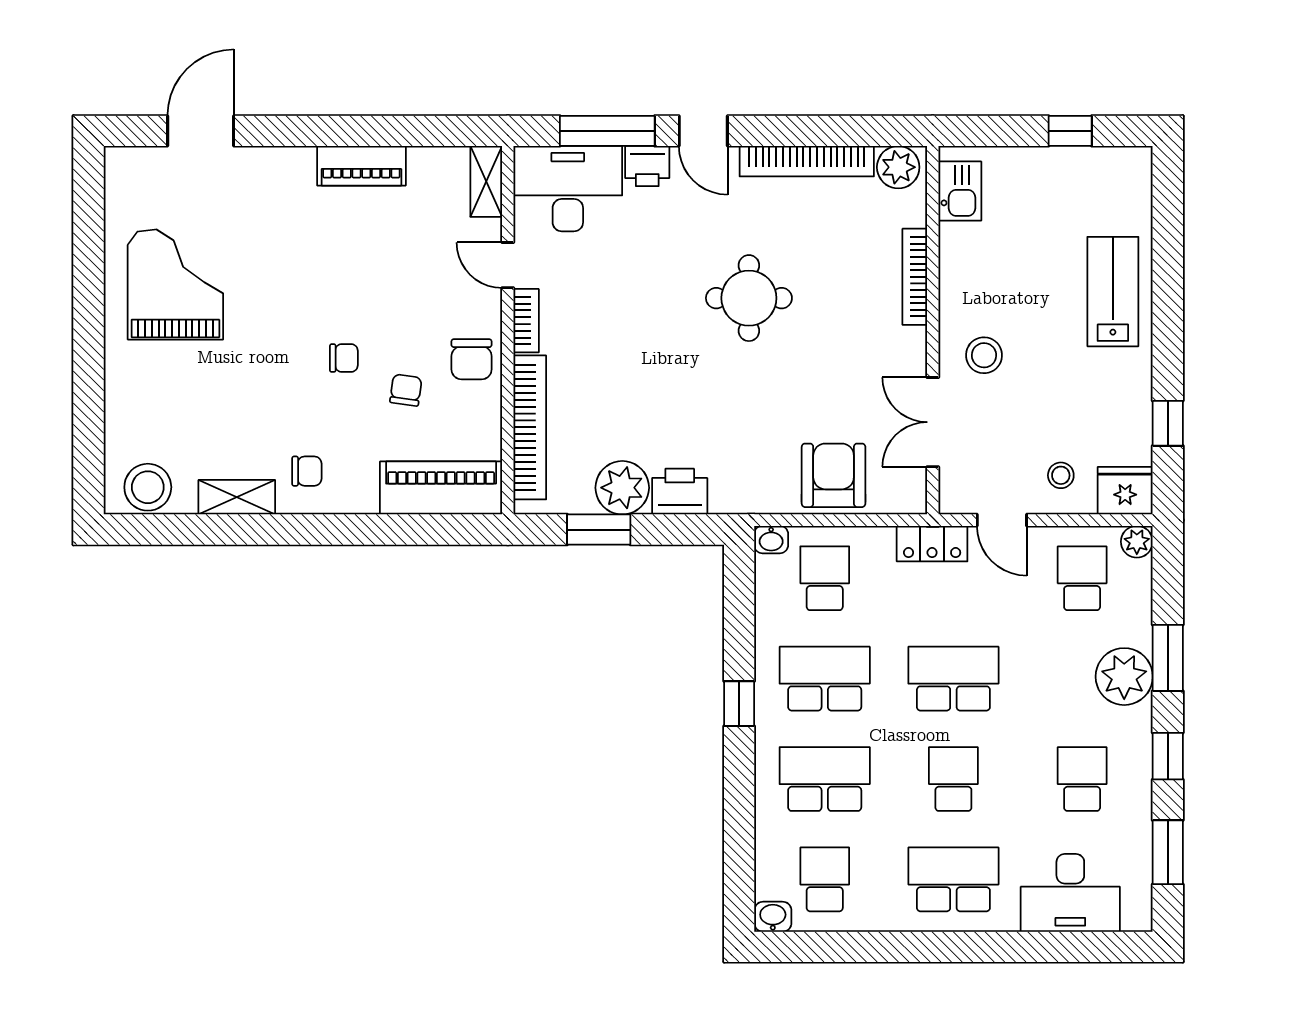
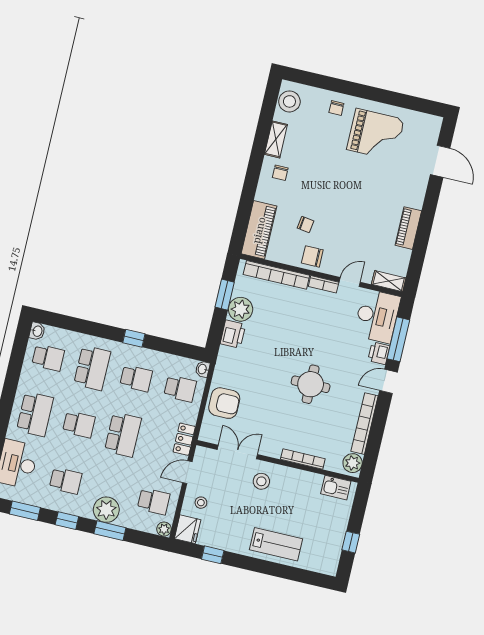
chair: (344, 358) -> (336, 108), moved
school desk: (825, 679) -> (136, 378), width x0.54

